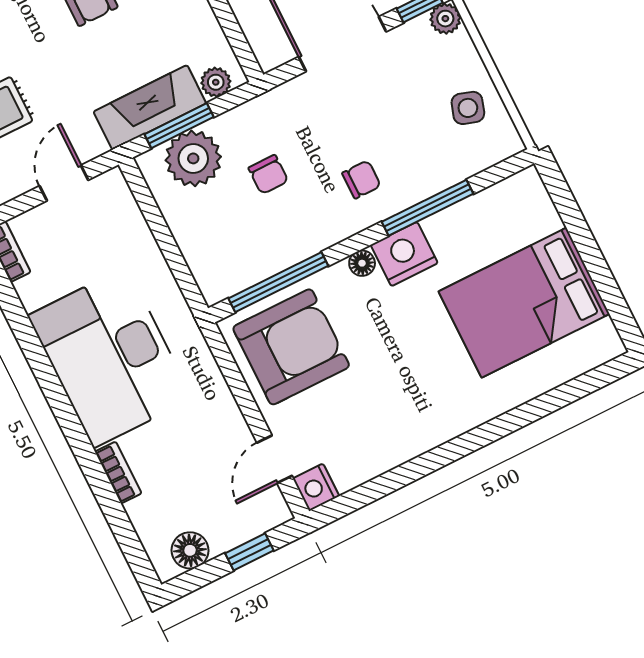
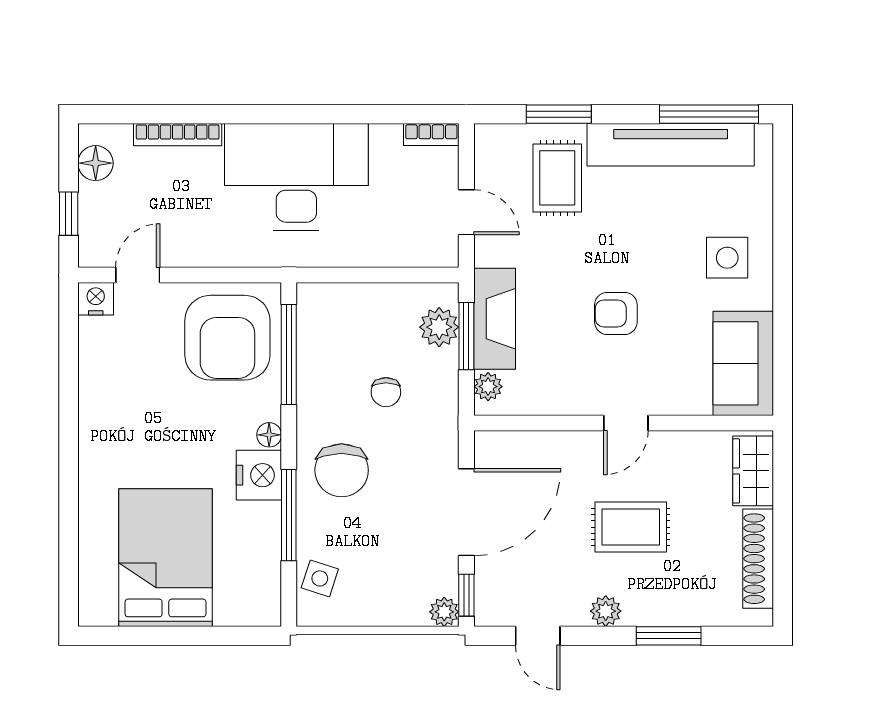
side table: (468, 108) -> (320, 578), moved
plant: (193, 158) -> (439, 327), width x0.73, depth x0.73
chair: (268, 174) -> (386, 392), turned -90
chair: (361, 179) -> (342, 470), width x1.87, depth x1.87
door: (275, 459) -> (138, 275), hinge flipped
bookcase: (118, 473) -> (178, 135), width x1.56

